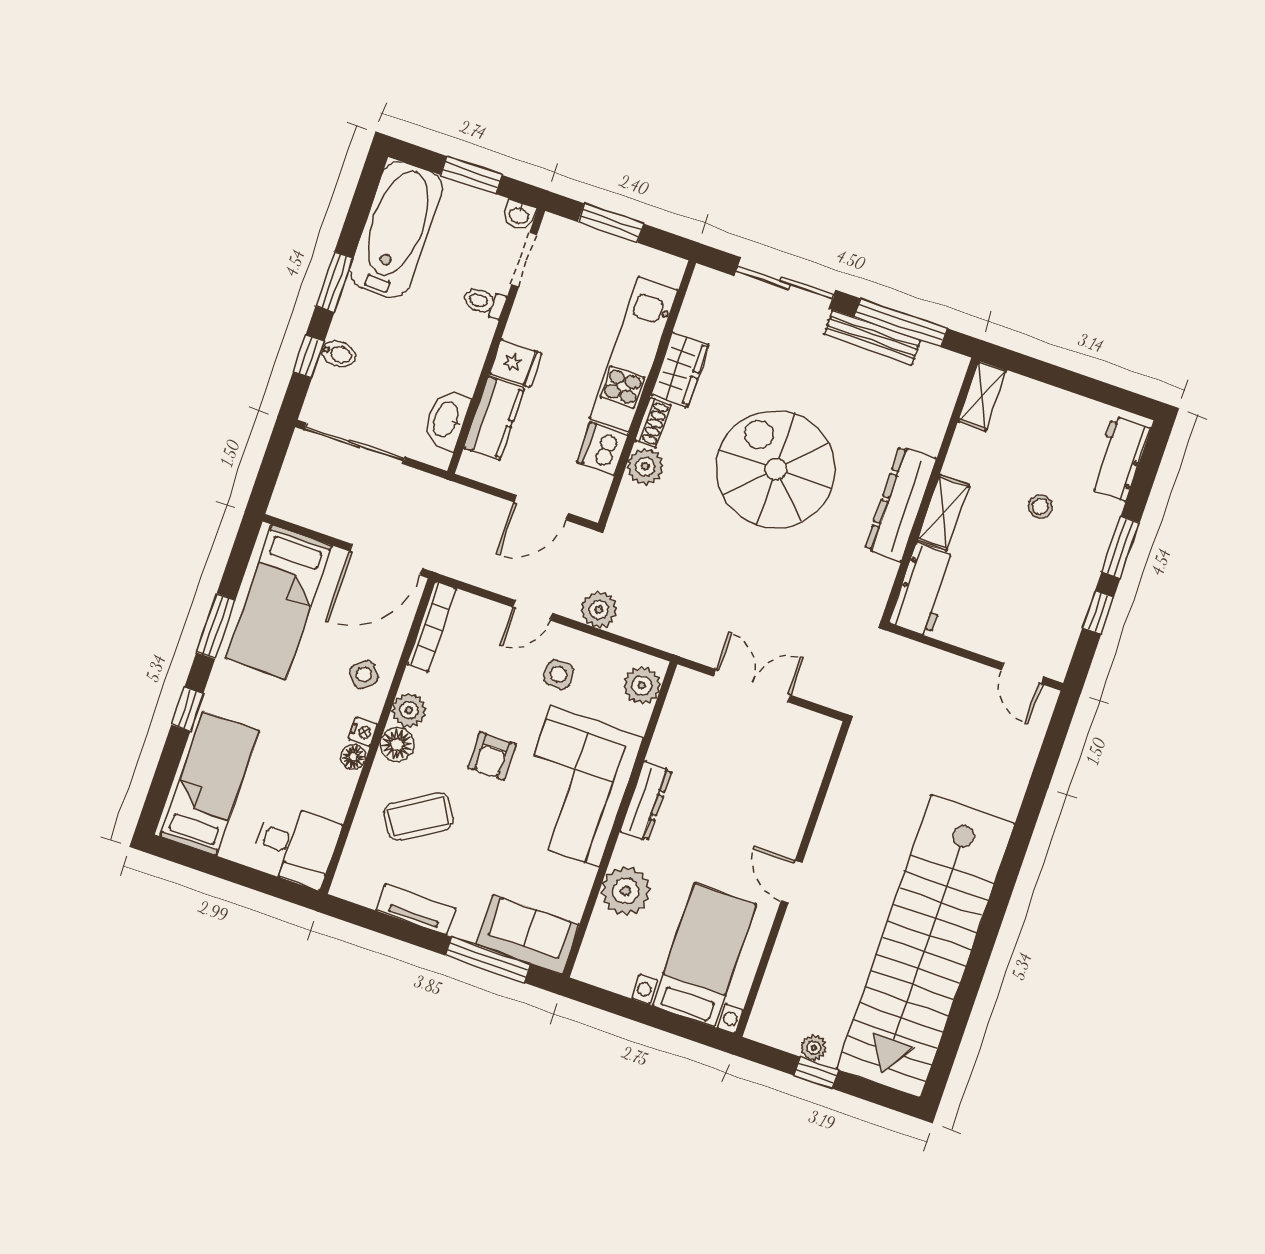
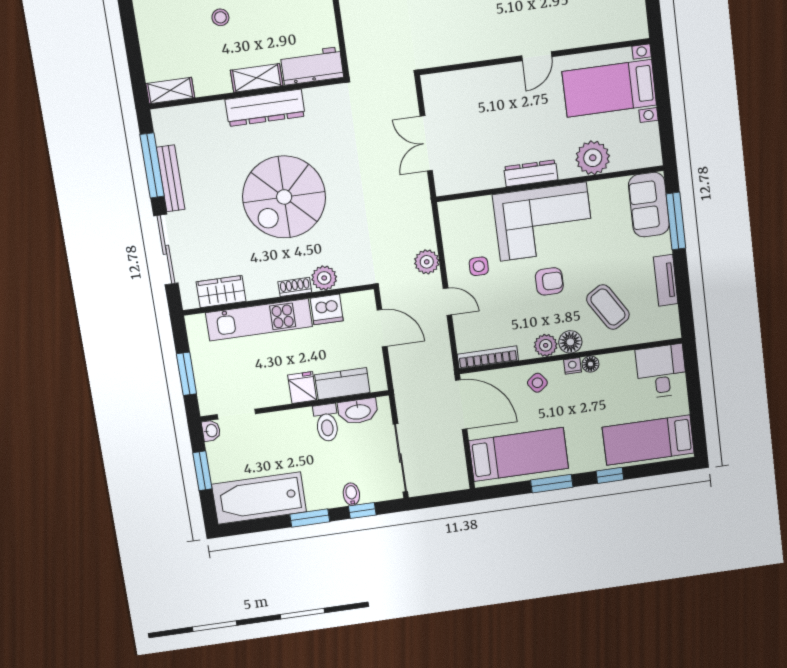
toilet: (484, 302) -> (327, 423), moved, width x1.37, depth x1.39
wardrobe: (680, 370) -> (221, 292), moved
plant: (642, 685) -> (460, 212), removed

